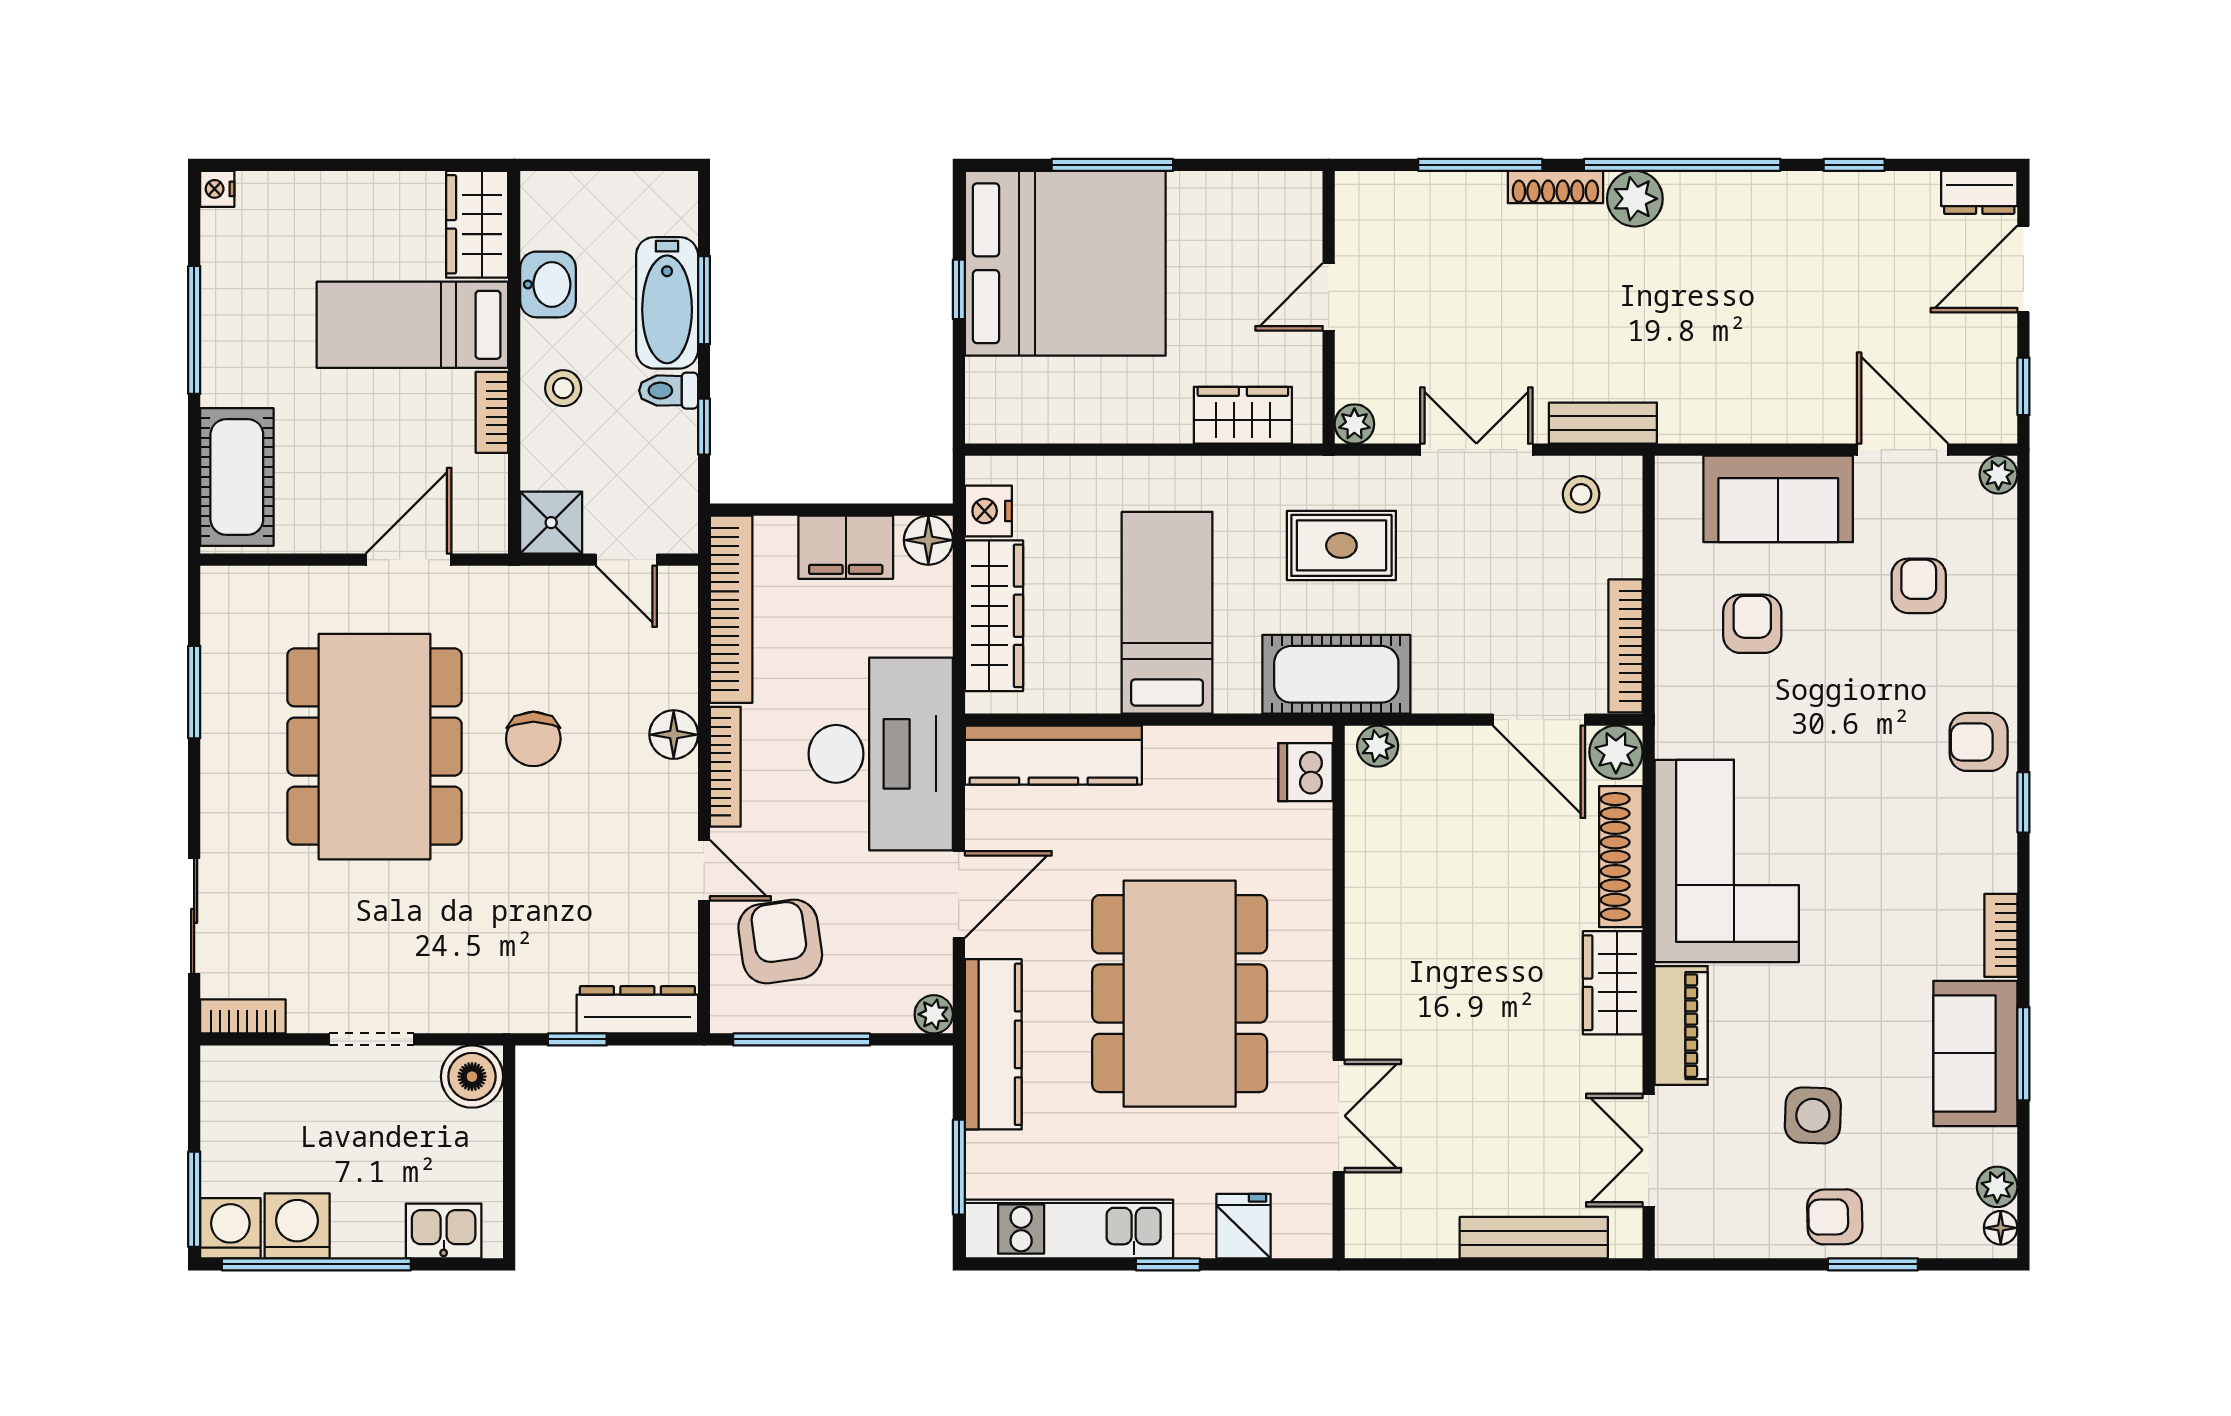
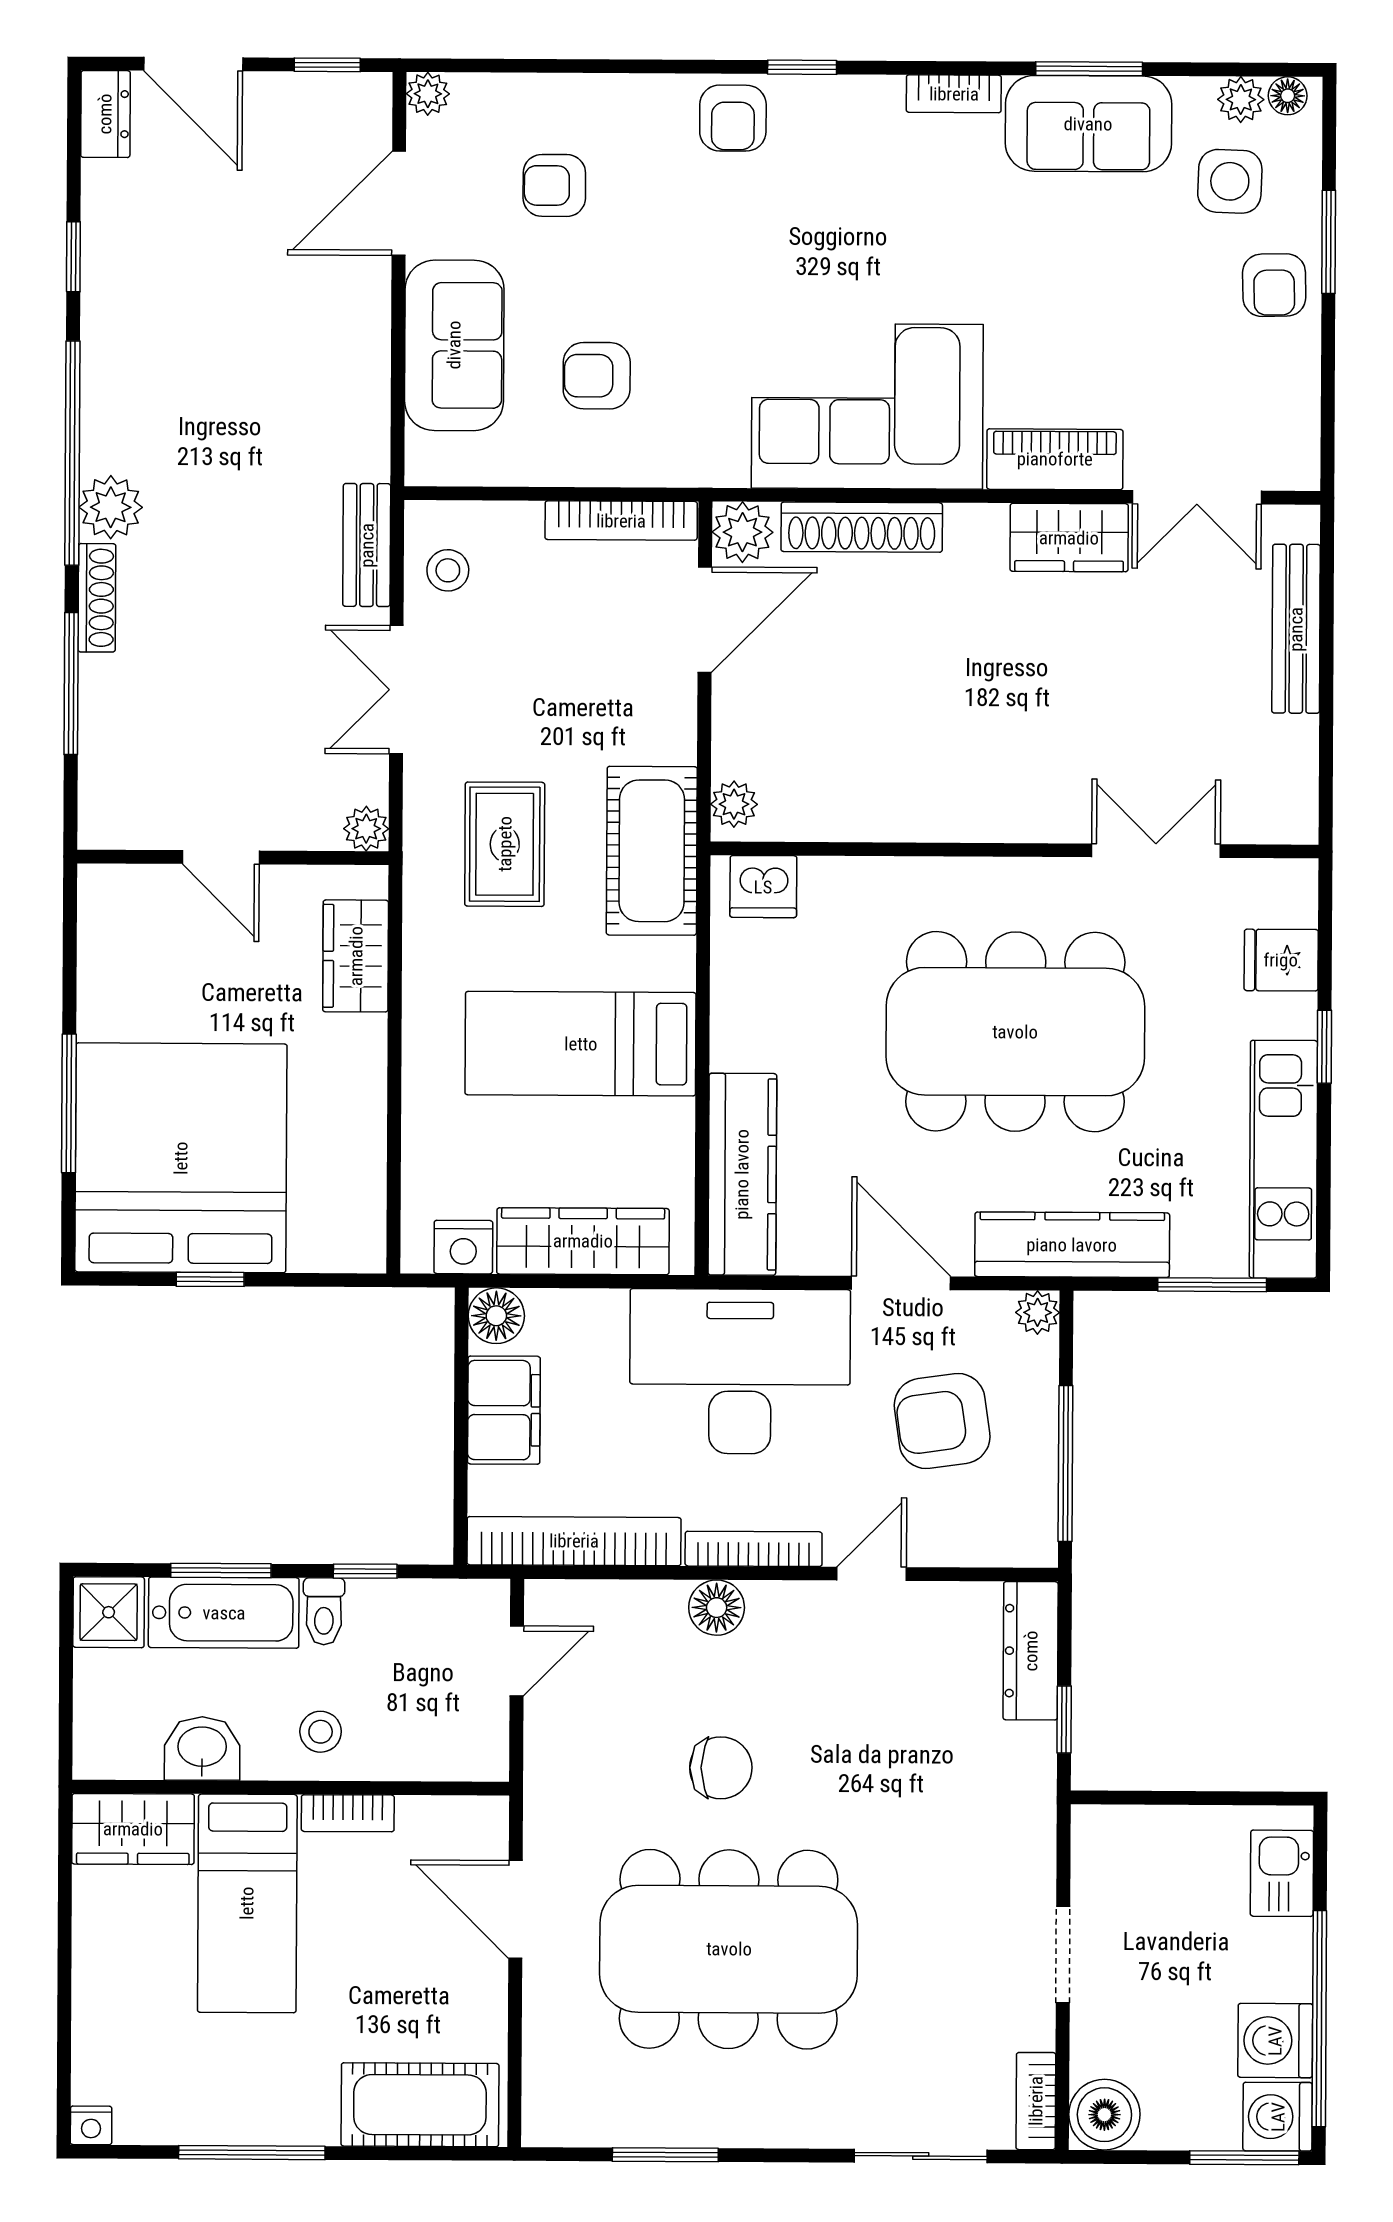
shower: (551, 523) -> (109, 1612), moved
armchair: (780, 941) -> (942, 1421), moved
wardrobe: (1613, 983) -> (1069, 538), moved
boiler: (472, 1077) -> (1104, 2115), moved
side table: (1813, 1115) -> (1230, 181), moved

